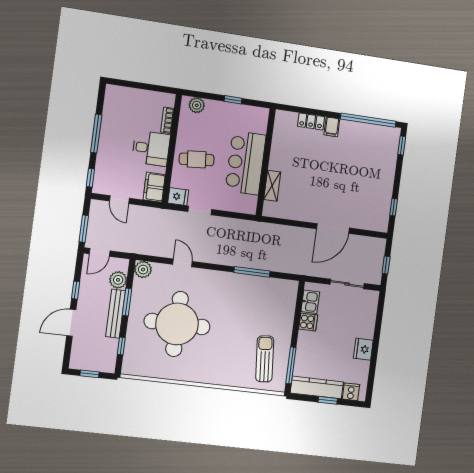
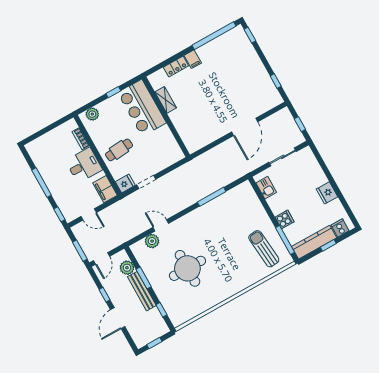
bar counter: (246, 163) -> (142, 108), moved
shelving: (272, 186) -> (166, 100), moved
plant: (143, 270) -> (152, 241), moved
cooker: (308, 322) -> (285, 219), moved
round table: (177, 324) -> (187, 268), width x0.73, depth x0.73

